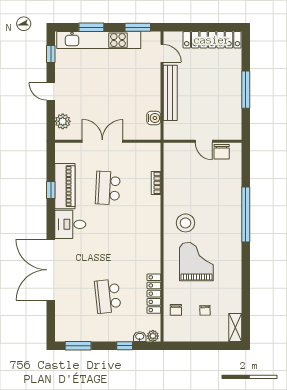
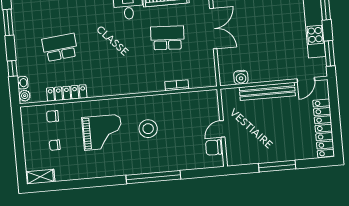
stool: (185, 223) -> (148, 129), moved

